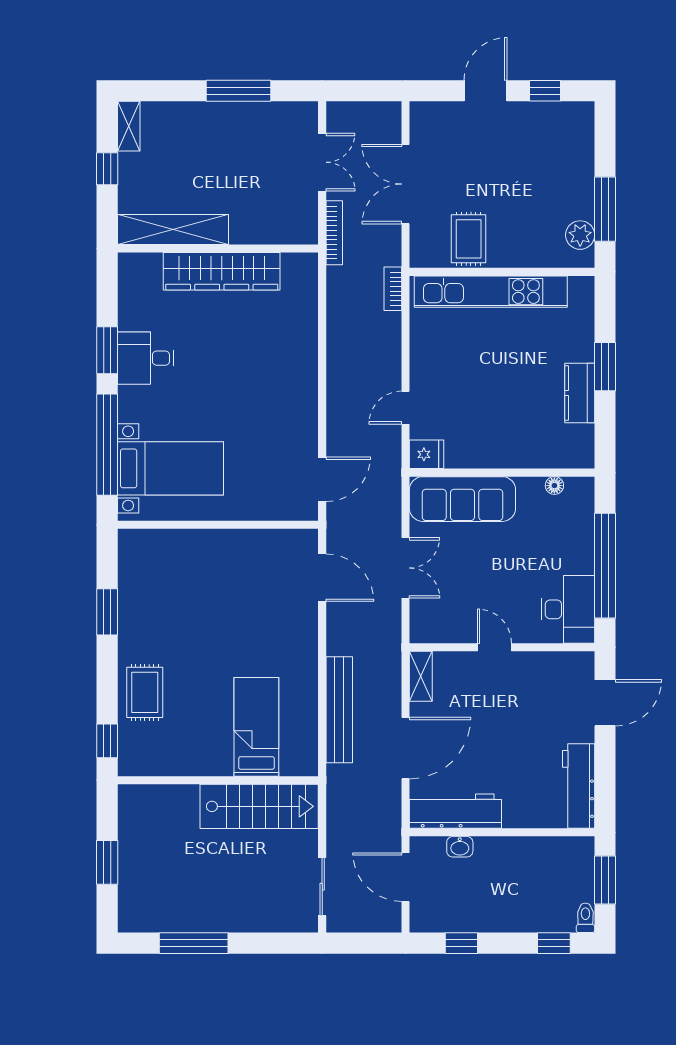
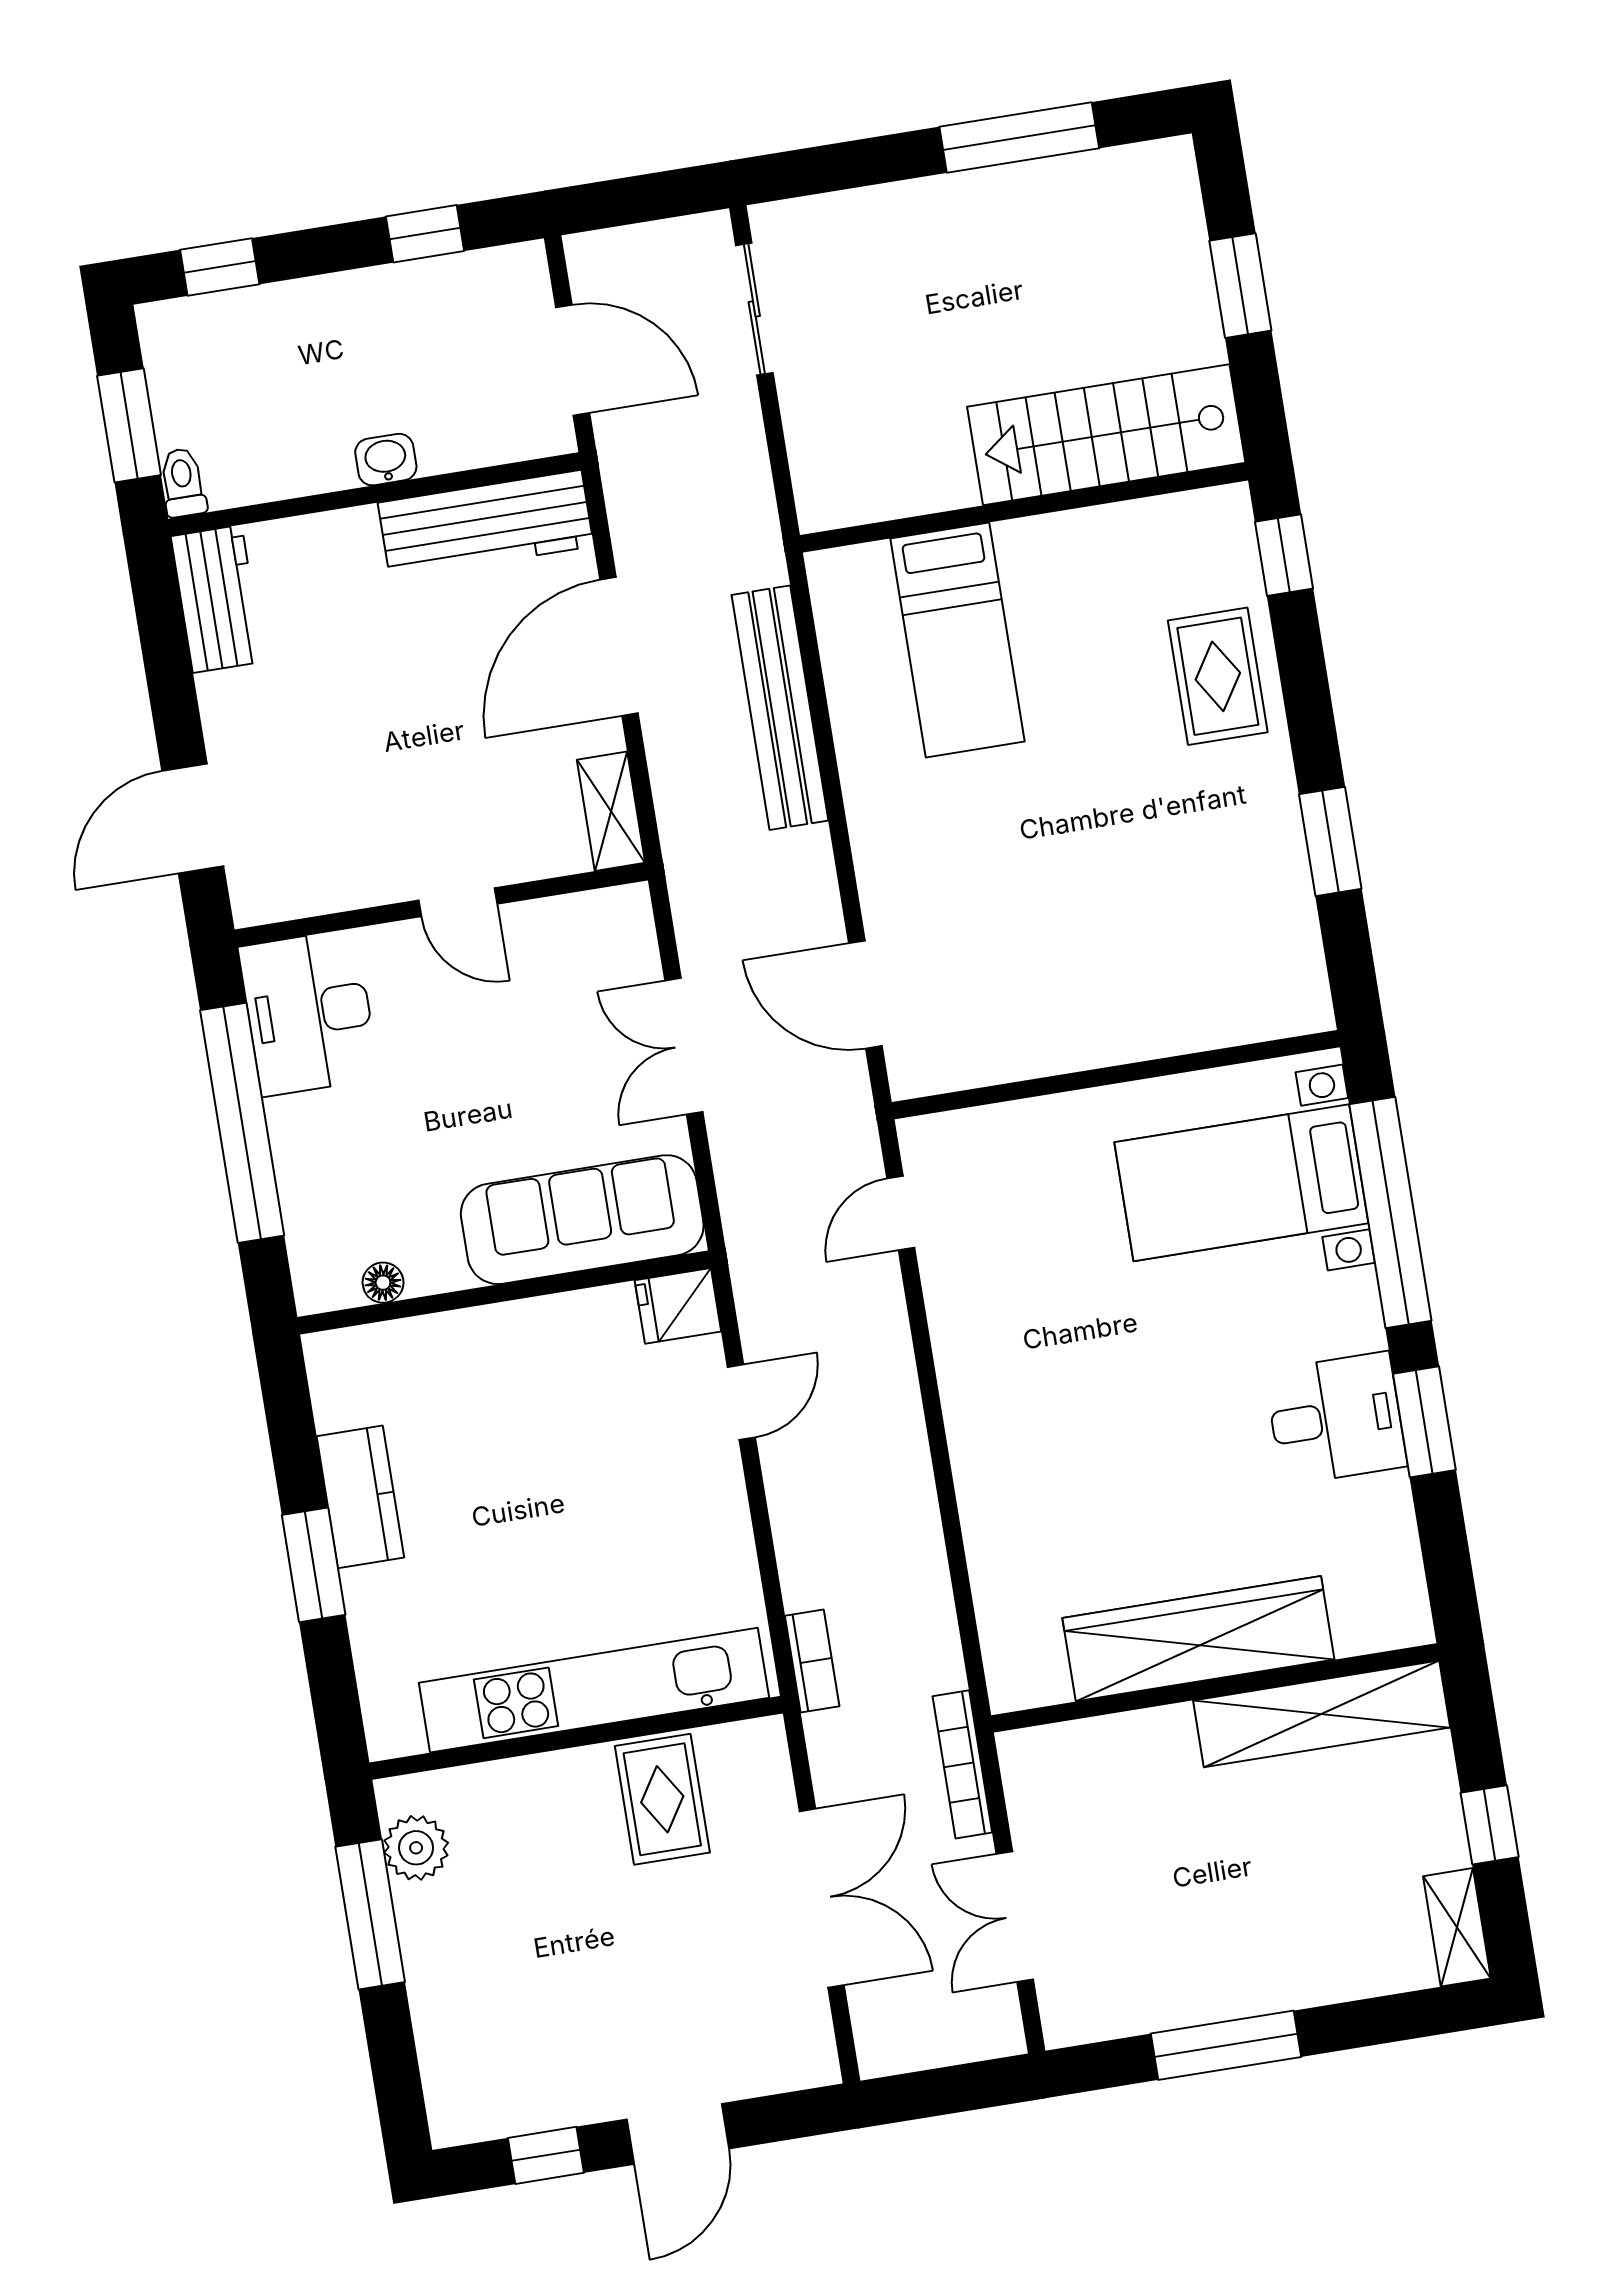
door: (322, 479) -> (901, 1213), width x0.73
workbench: (579, 786) -> (217, 599), width x0.73
stairs: (259, 806) -> (1106, 435), moved
washbasin: (460, 847) -> (386, 460), moved
toilet: (585, 918) -> (183, 483), moved, turned 180

